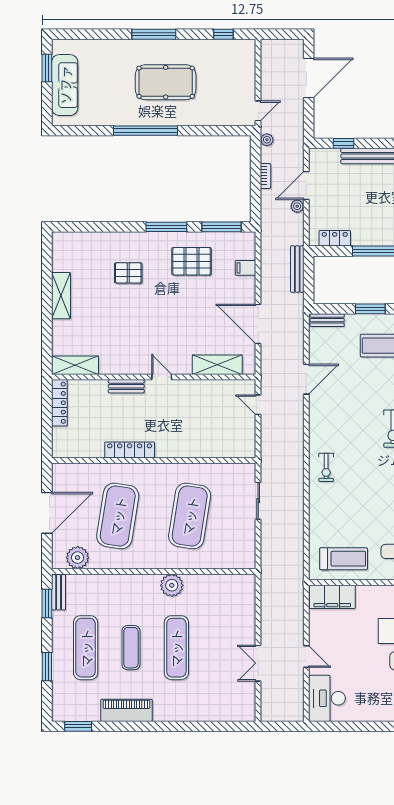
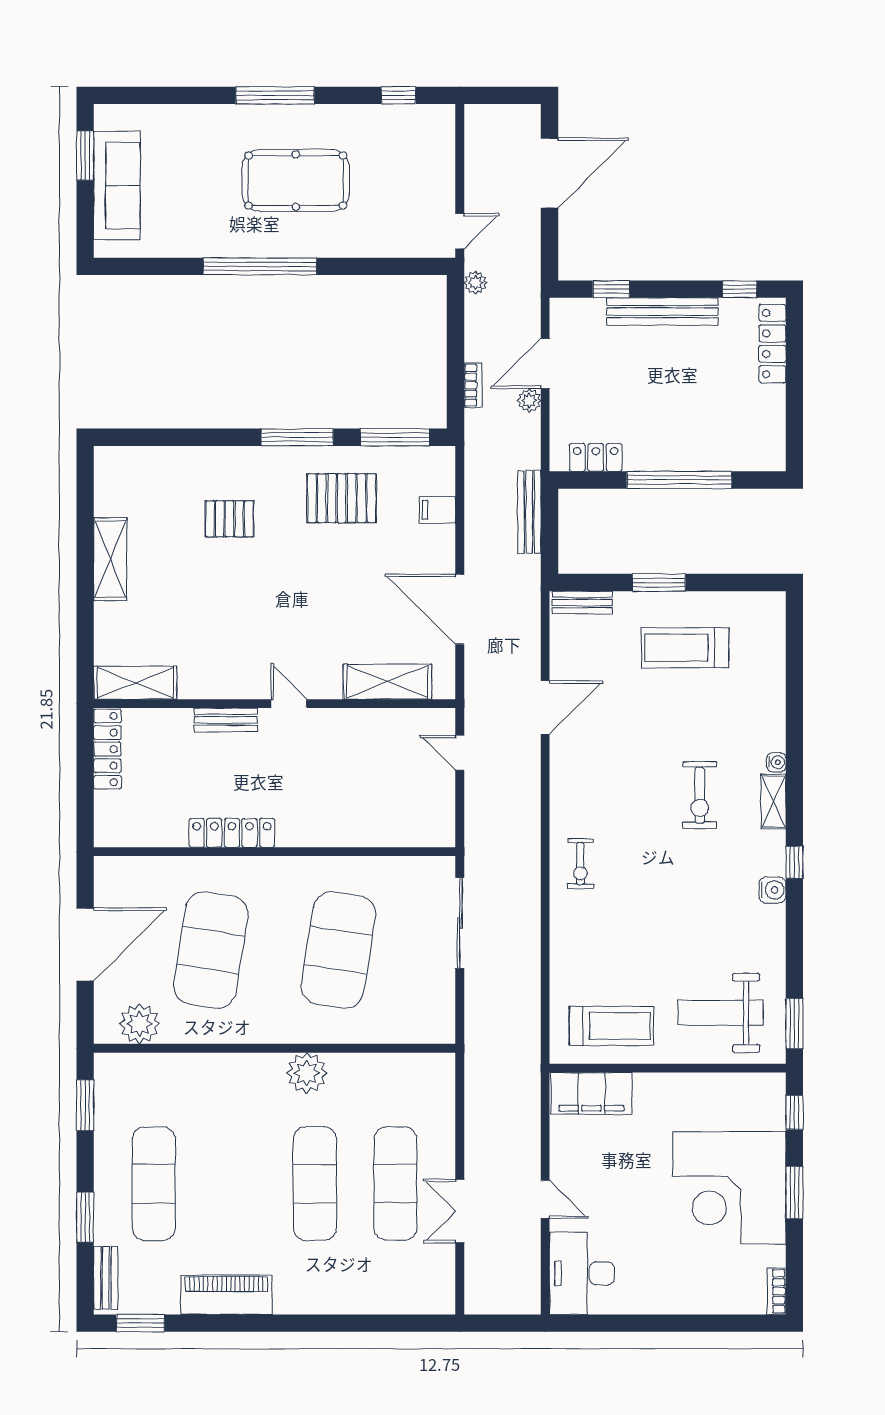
bookcase: (265, 176) -> (473, 385), moved
sliding door: (258, 501) -> (460, 923), width x1.37
bench: (59, 592) -> (106, 1278), moved
exercise mat: (131, 648) -> (395, 1184), moved, width x1.36, depth x1.45

